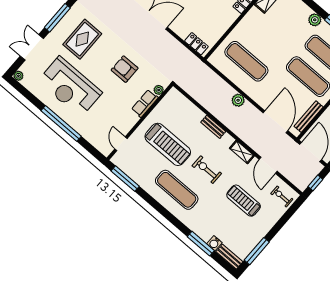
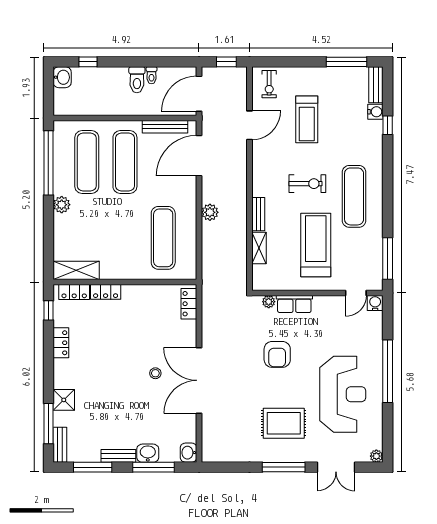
water cooler: (106, 150) -> (375, 303), added
shelving: (242, 152) -> (259, 248), moved
exercise bike: (207, 170) -> (307, 184), turned -90
window: (201, 244) -> (388, 125), width x0.46

